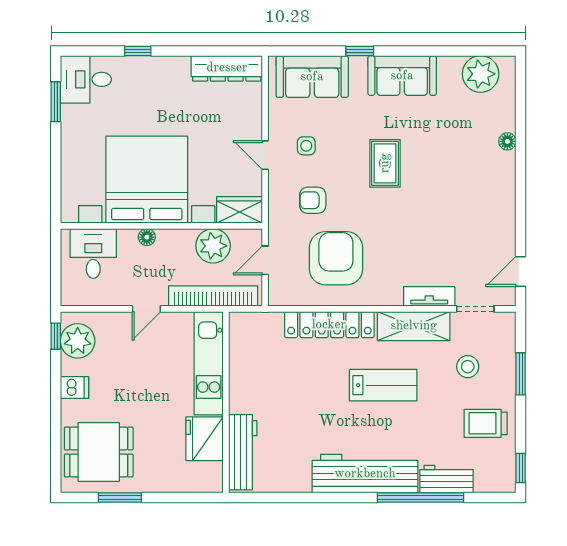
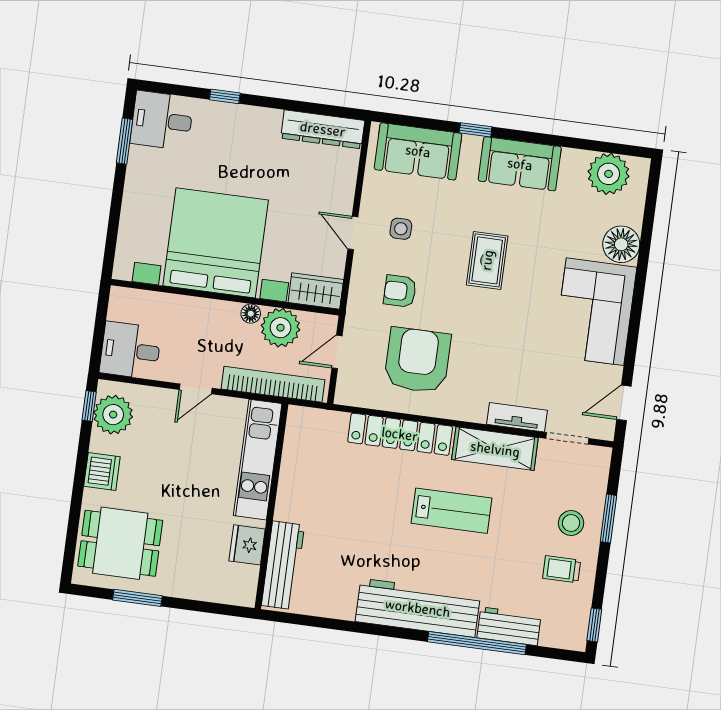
floor lamp: (507, 141) -> (621, 244), width x1.89, depth x1.89
corner sofa: (485, 195) -> (595, 312), added
floor lamp: (147, 237) -> (251, 314), moved
desk: (93, 253) -> (130, 350), moved, turned -90
stool: (468, 367) -> (571, 523), moved
dishwasher: (74, 388) -> (102, 471), width x1.38
trolley: (486, 423) -> (562, 569), width x0.73, depth x0.72
fridge: (205, 439) -> (247, 545), width x0.73, depth x0.75

